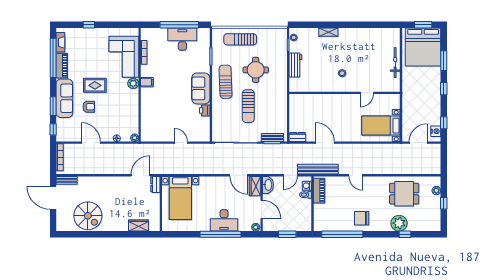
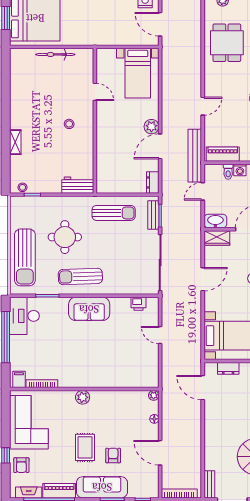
armchair: (81, 37) -> (21, 465), added
desk: (182, 39) -> (24, 316), moved
sun lounger: (240, 39) -> (25, 257), width x1.36, depth x1.34
corner sofa: (124, 57) -> (29, 422), moved, turned -90
workbench: (295, 65) -> (78, 185), moved
filing cabinet: (147, 82) -> (19, 379), moved
sun lounger: (248, 106) -> (114, 213), moved
printer: (205, 110) -> (139, 304), moved
plant: (340, 136) -> (151, 127), added
door: (91, 143) -> (160, 453), hinge flipped
door: (181, 143) -> (160, 335), hinge flipped
door: (239, 175) -> (203, 279), moved
door: (291, 175) -> (203, 191), swing flipped
dresser: (155, 184) -> (228, 368), moved
washing machine: (307, 186) -> (240, 170), moved

